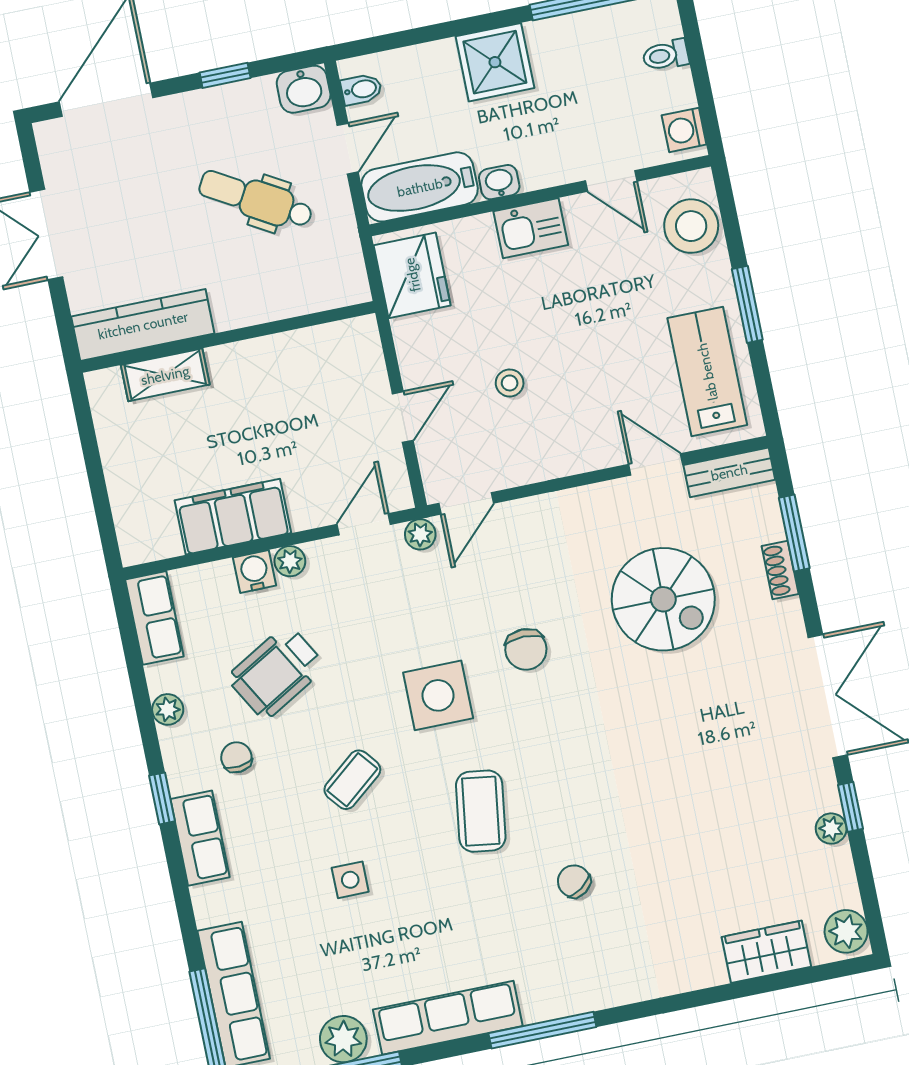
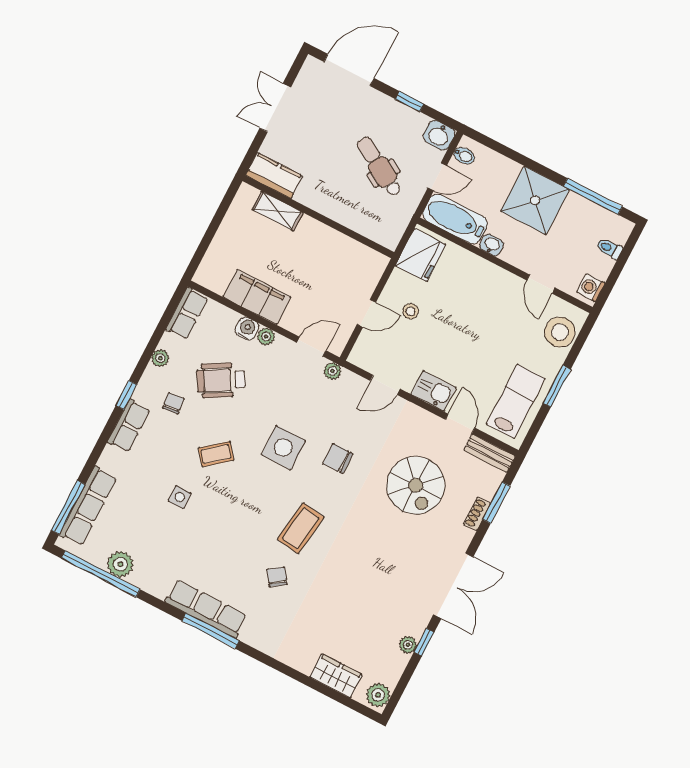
shower: (495, 62) -> (535, 200), width x1.37, depth x1.37
kitchen sink: (531, 228) -> (433, 391), moved, turned 180
kitchen counter: (143, 325) -> (274, 175), width x0.67
stool: (510, 383) -> (410, 311), moved
door: (466, 503) -> (385, 385), moved
chair: (526, 649) -> (338, 459), turned 90
coffee table: (481, 811) -> (301, 528), moved
row of seats: (448, 1018) -> (206, 609), moved

